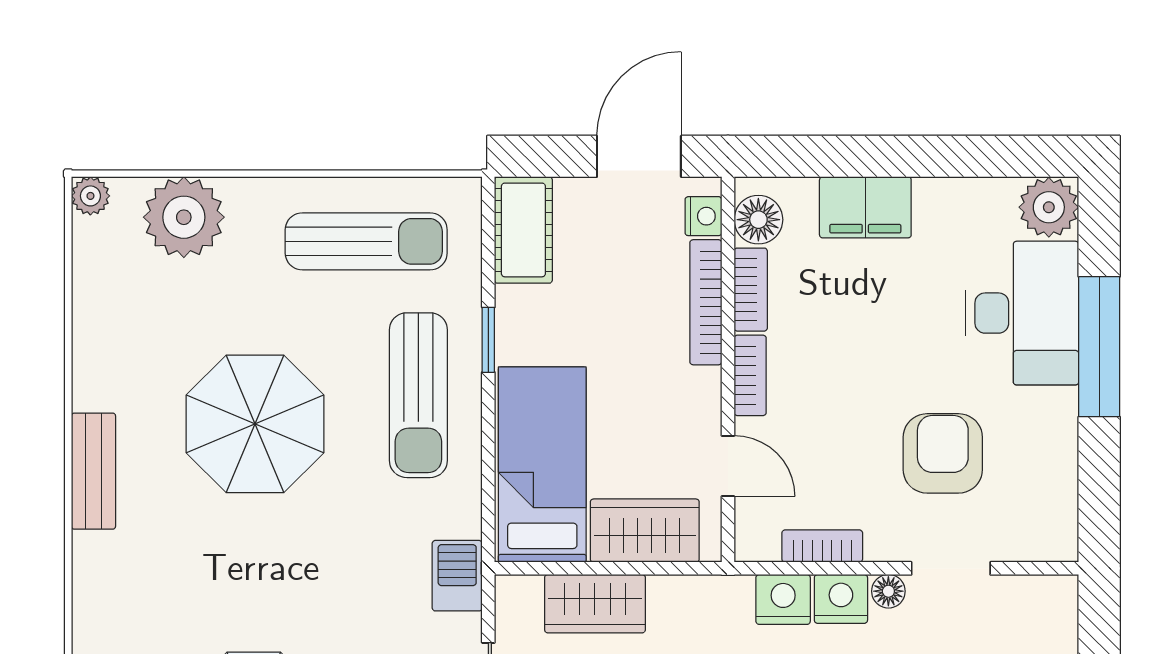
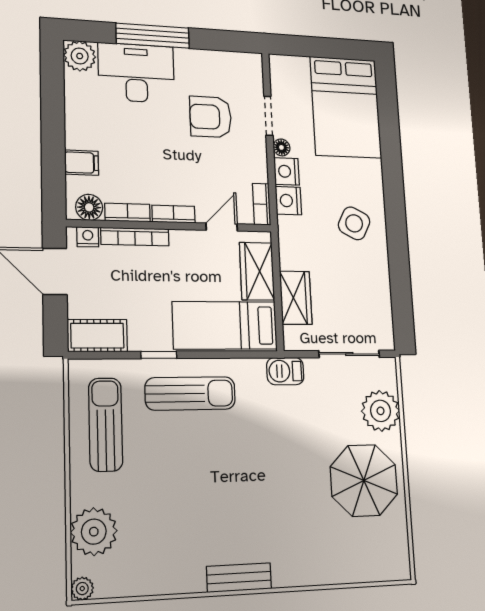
filing cabinet: (865, 207) -> (82, 163), width x0.50
parasol: (255, 424) -> (209, 485), removed
bookcase: (822, 546) -> (262, 204), moved

